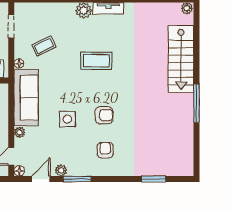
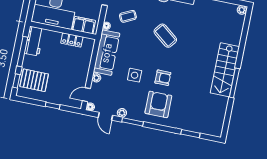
stairs: (181, 59) -> (225, 70), moved
coffee table: (96, 61) -> (165, 36), turned 38
armchair: (105, 150) -> (158, 104), width x1.88, depth x1.88
door: (41, 179) -> (105, 116), swing flipped

